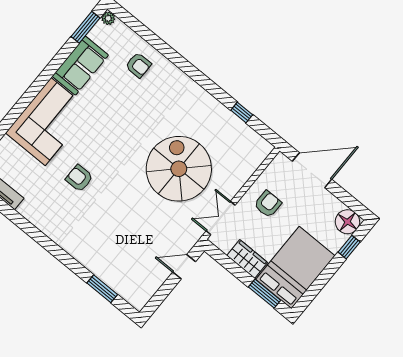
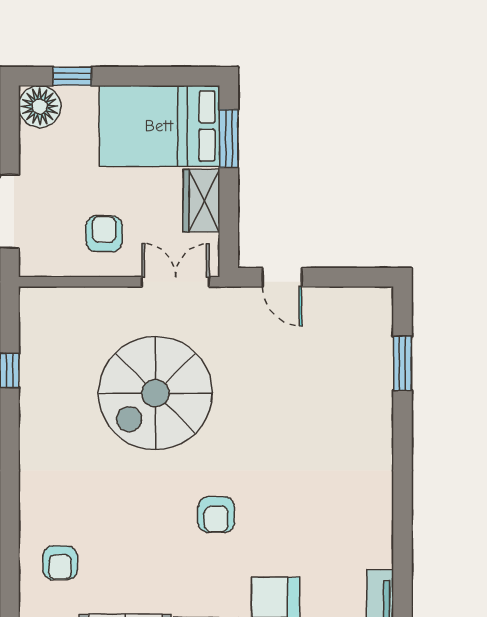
armchair: (138, 65) -> (60, 563), turned 180
armchair: (79, 178) -> (216, 515), moved
armchair: (268, 204) -> (104, 234), turned 90
double door: (221, 218) -> (176, 282), swing flipped

